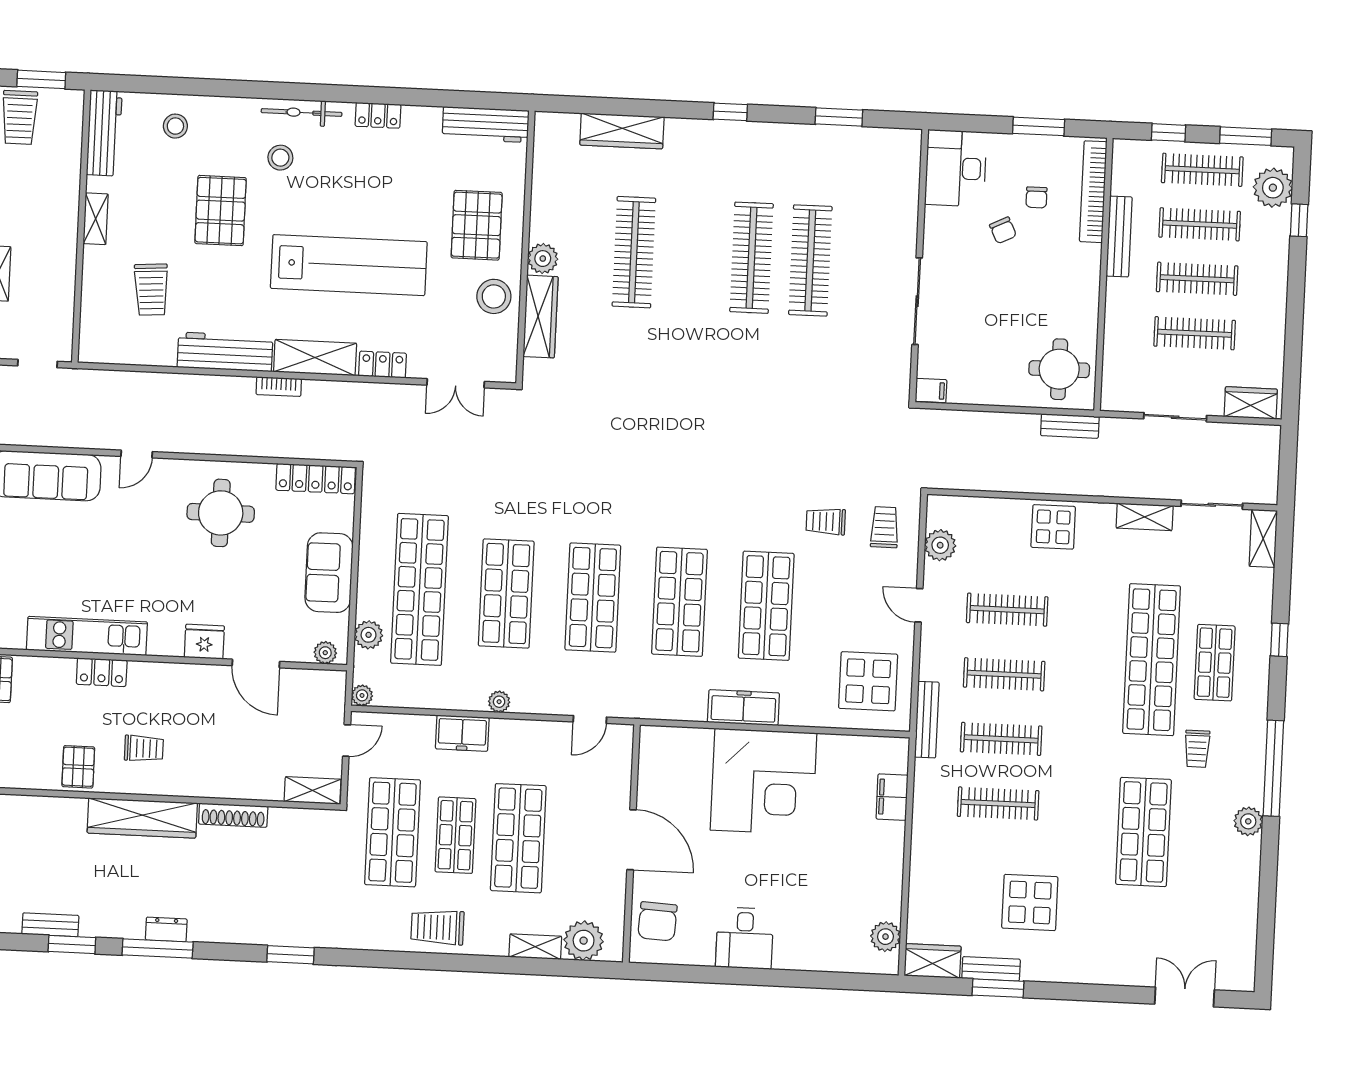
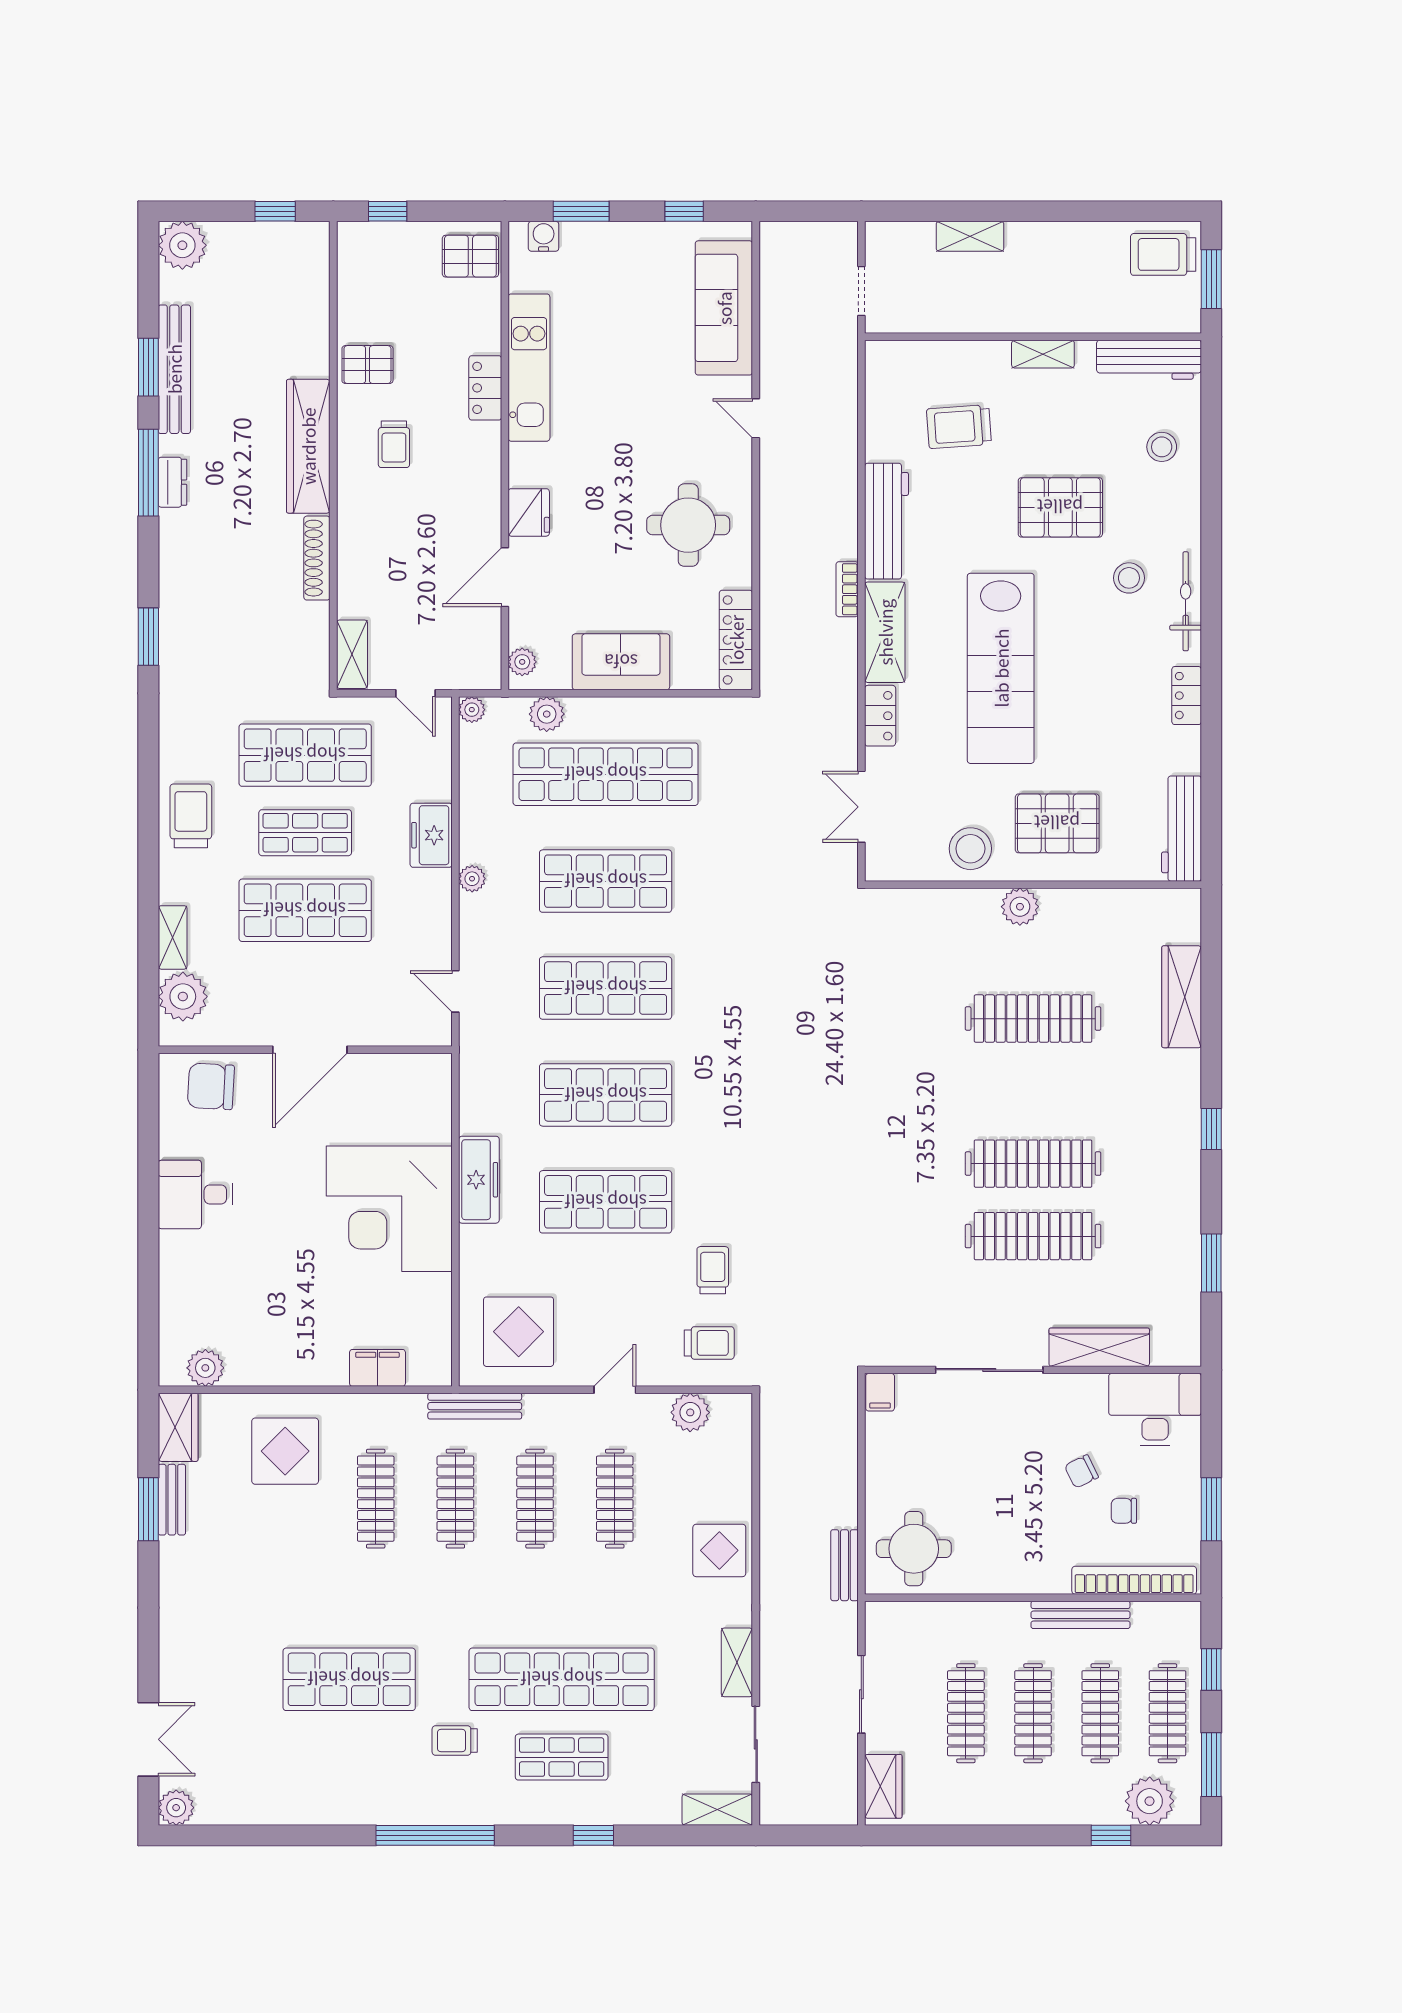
wardrobe: (541, 317) -> (1099, 1347), moved, turned 180
plant: (1248, 821) -> (176, 1808), moved
display table: (1030, 902) -> (285, 1451), moved
bench: (50, 925) -> (174, 369), width x1.86, depth x1.21

